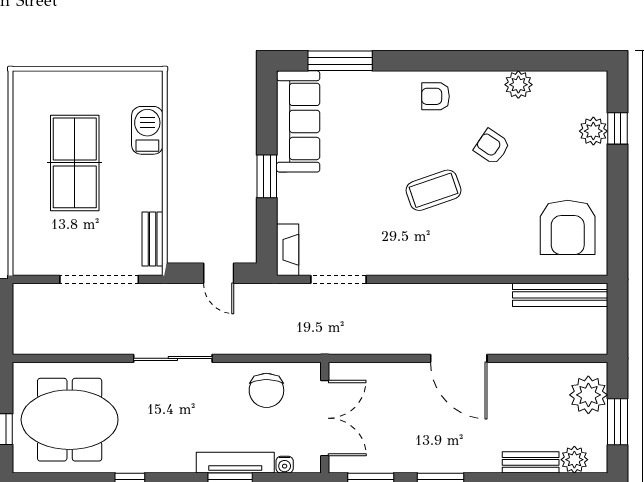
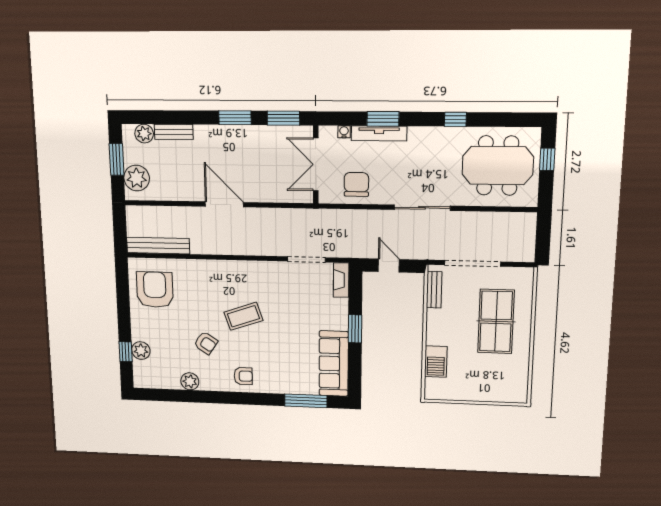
table tennis table: (75, 163) -> (496, 321), moved

